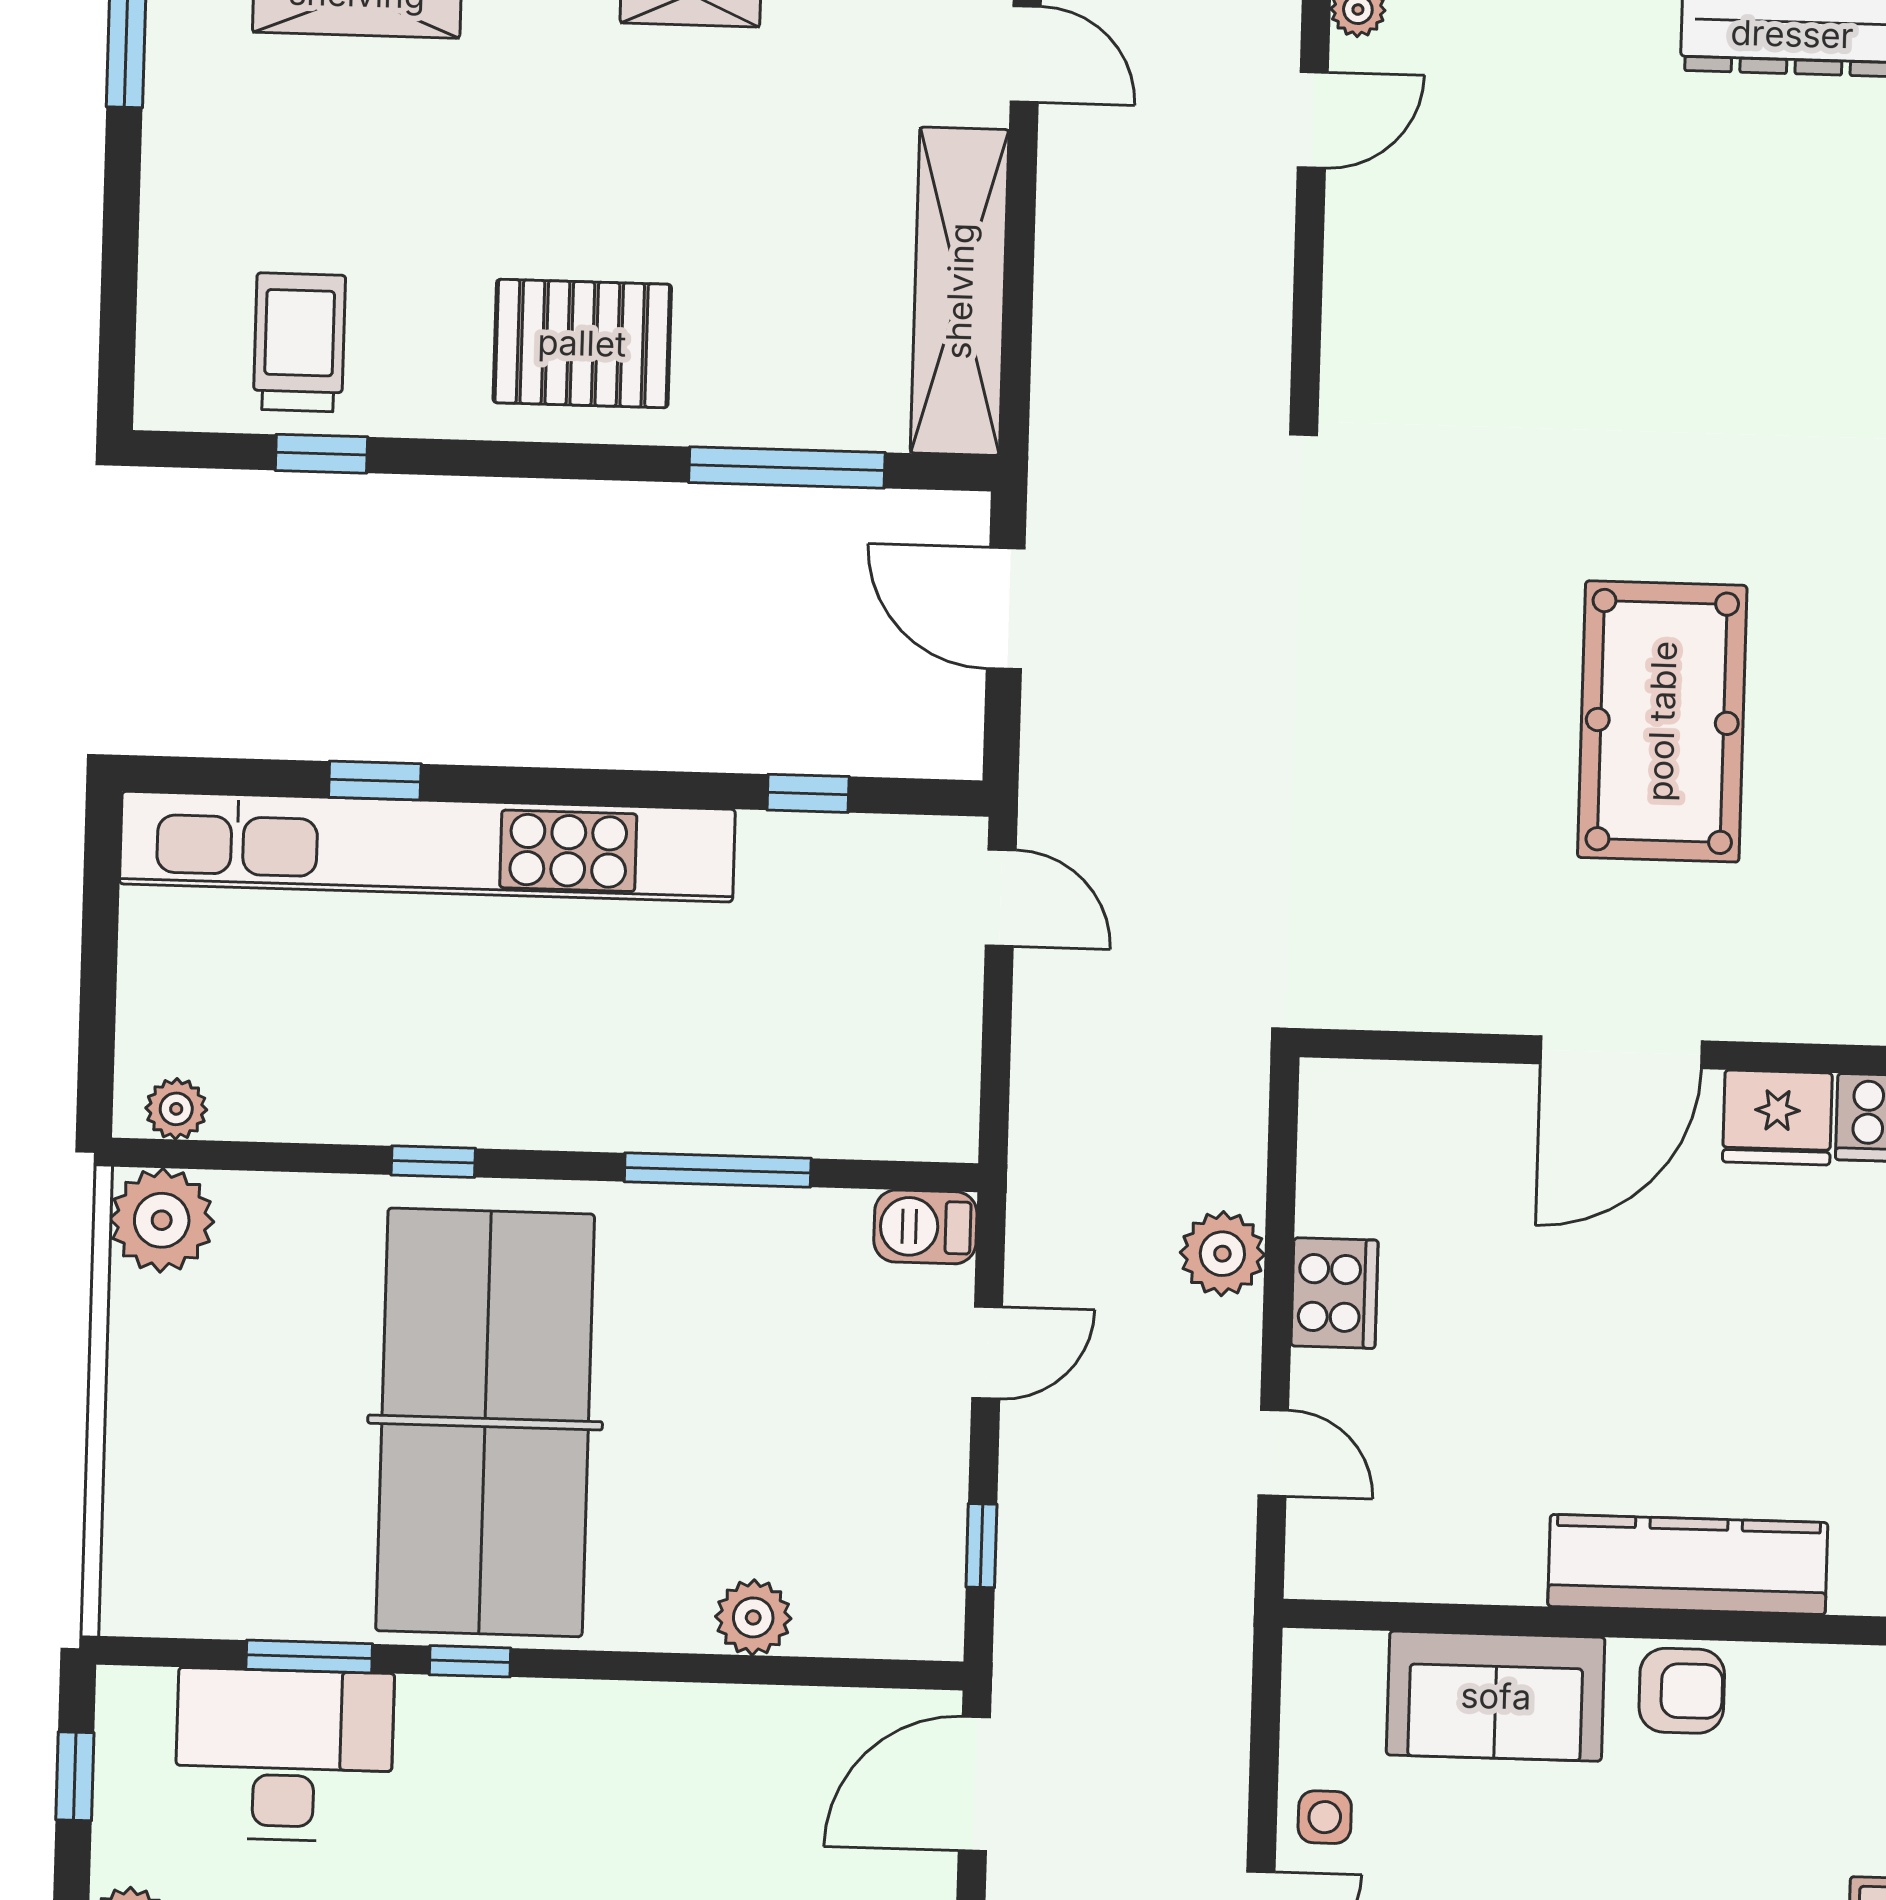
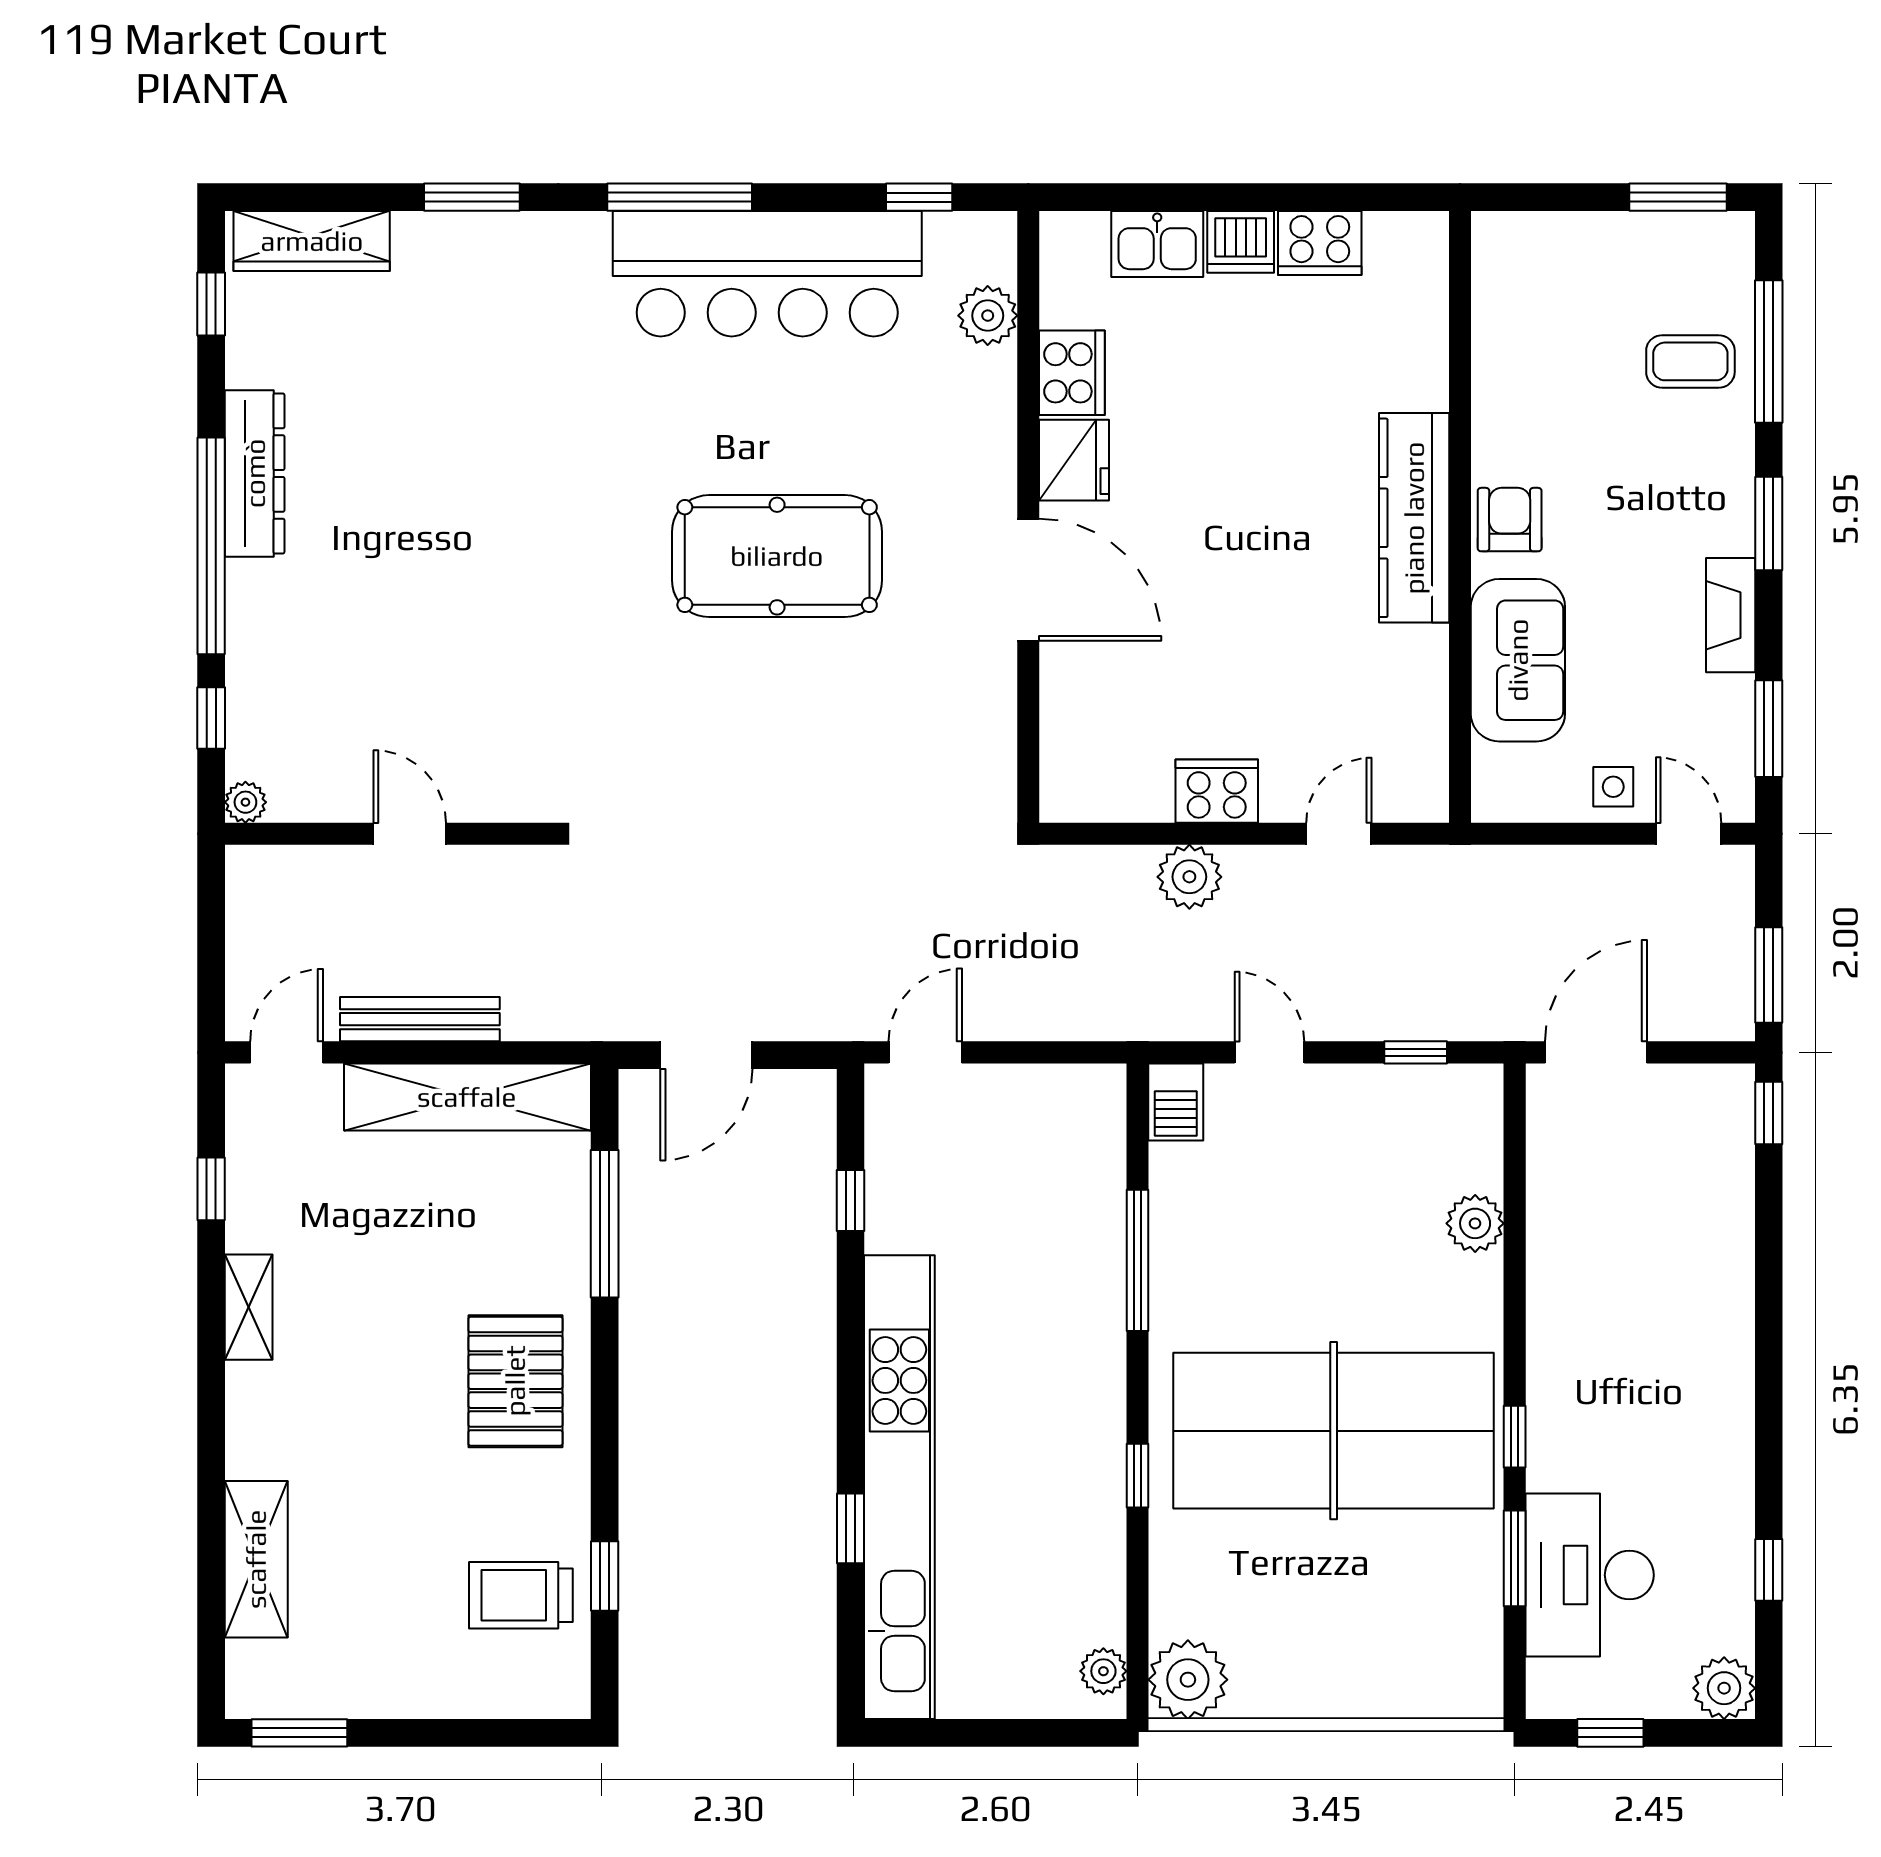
door: (1313, 120) -> (410, 834), moved
bench: (1064, 231) -> (420, 1019), added
door: (974, 1784) -> (1596, 1052), swing flipped

